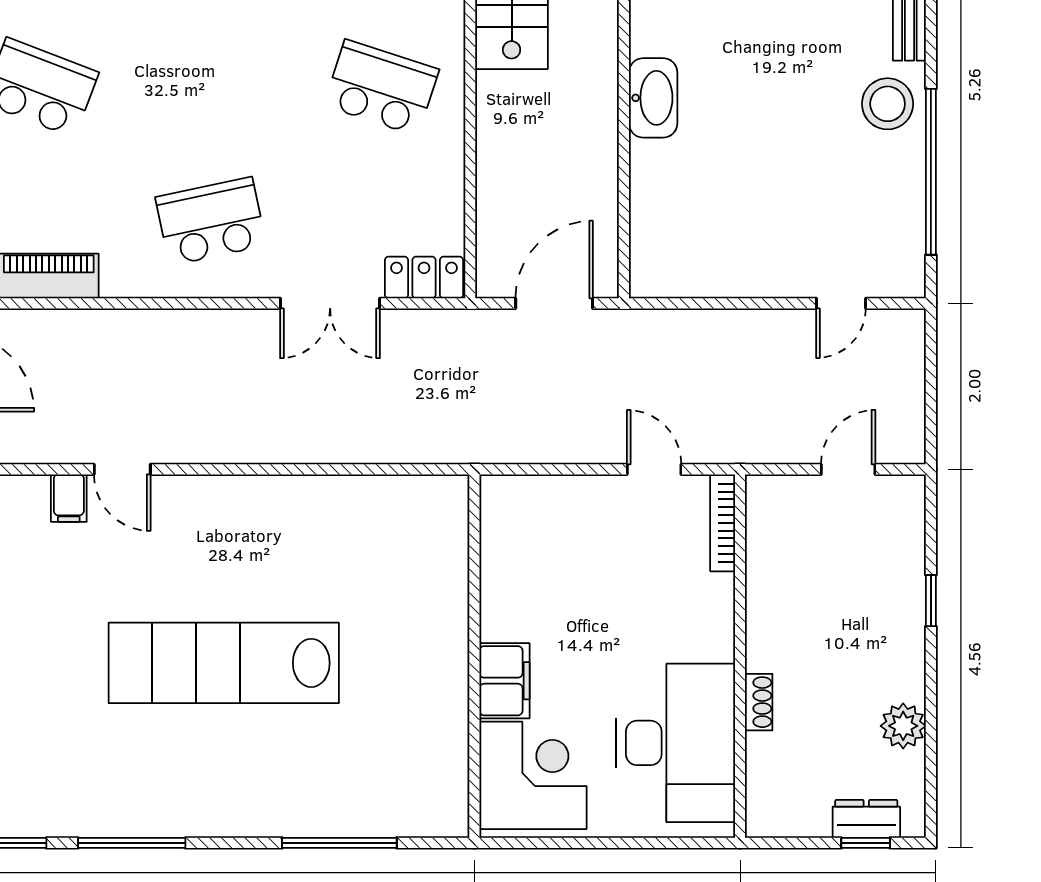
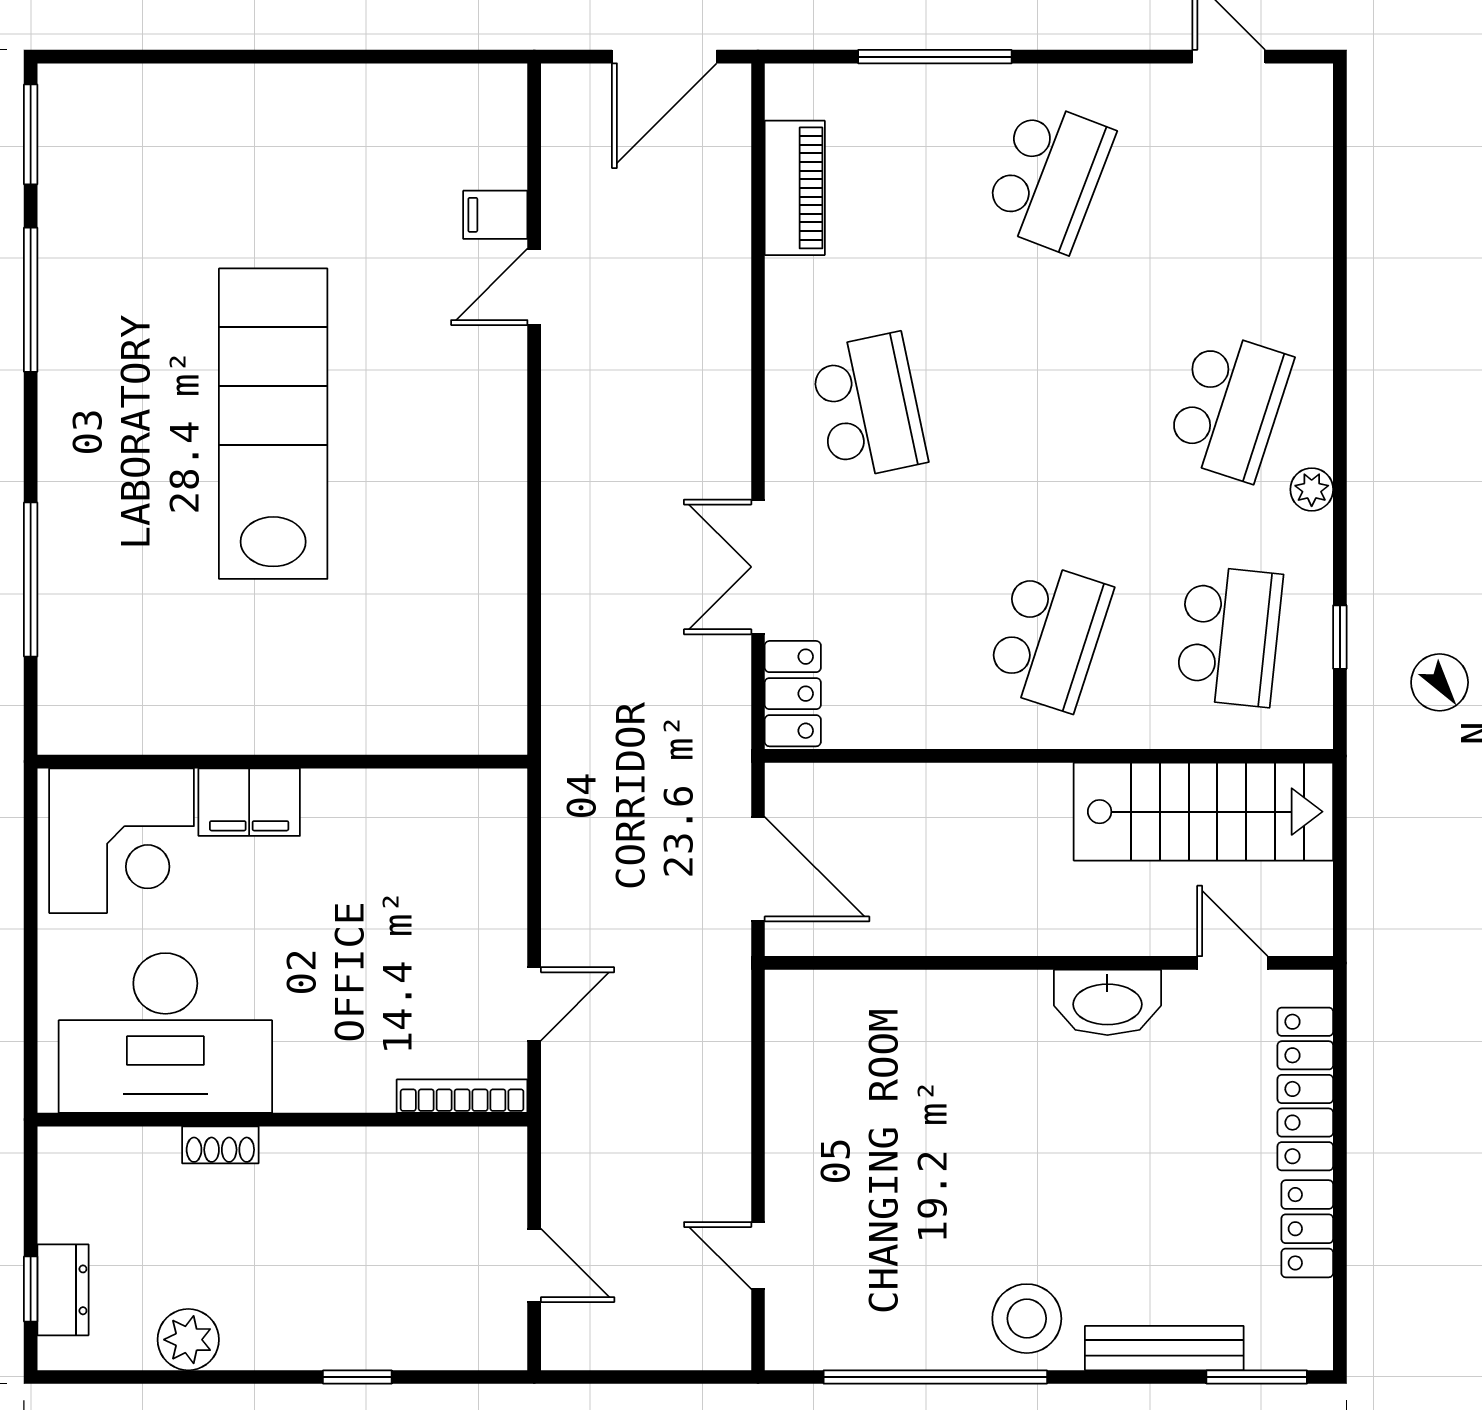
washbasin: (653, 98) -> (1107, 1002), moved

